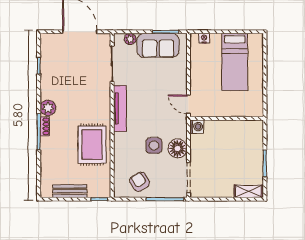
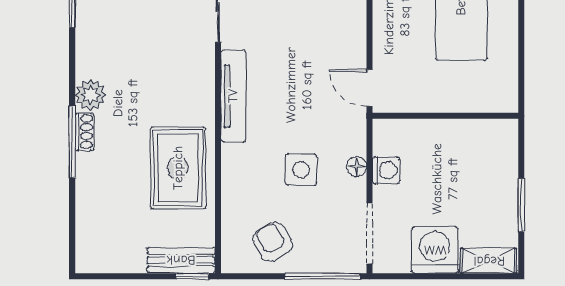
washing machine: (197, 127) -> (386, 170), moved
floor lamp: (178, 148) -> (357, 167), width x0.53, depth x0.53
washing machine: (221, 186) -> (435, 250), added
bench: (70, 191) -> (181, 260), moved

